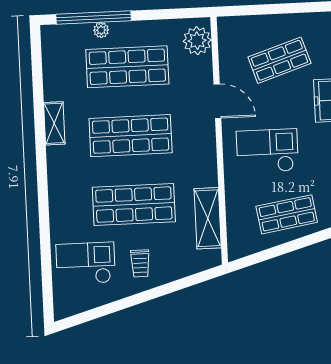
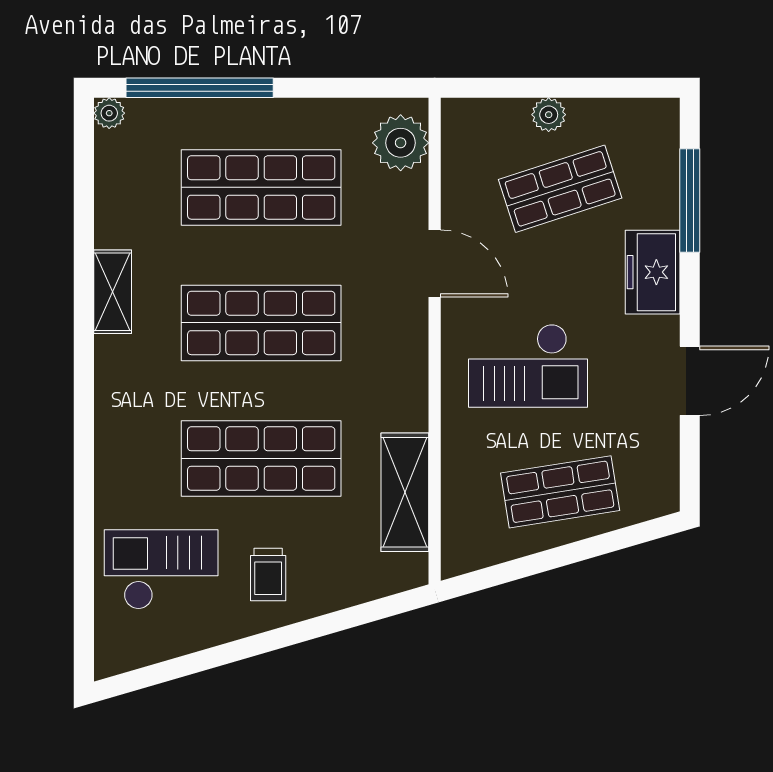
plant: (272, 23) -> (549, 115), added
plant: (101, 30) -> (109, 113), moved
checkout: (267, 151) -> (528, 366), turned 180

